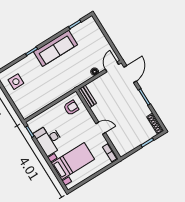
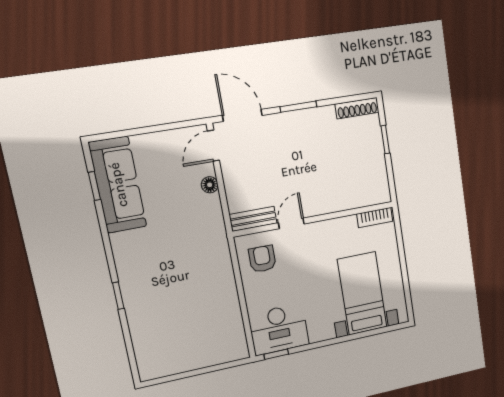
sofa: (55, 48) -> (118, 185), moved
door: (112, 67) -> (213, 146), hinge flipped
side table: (16, 82) -> (169, 348), removed
door: (101, 128) -> (291, 223), moved
desk: (49, 140) -> (279, 329), moved

